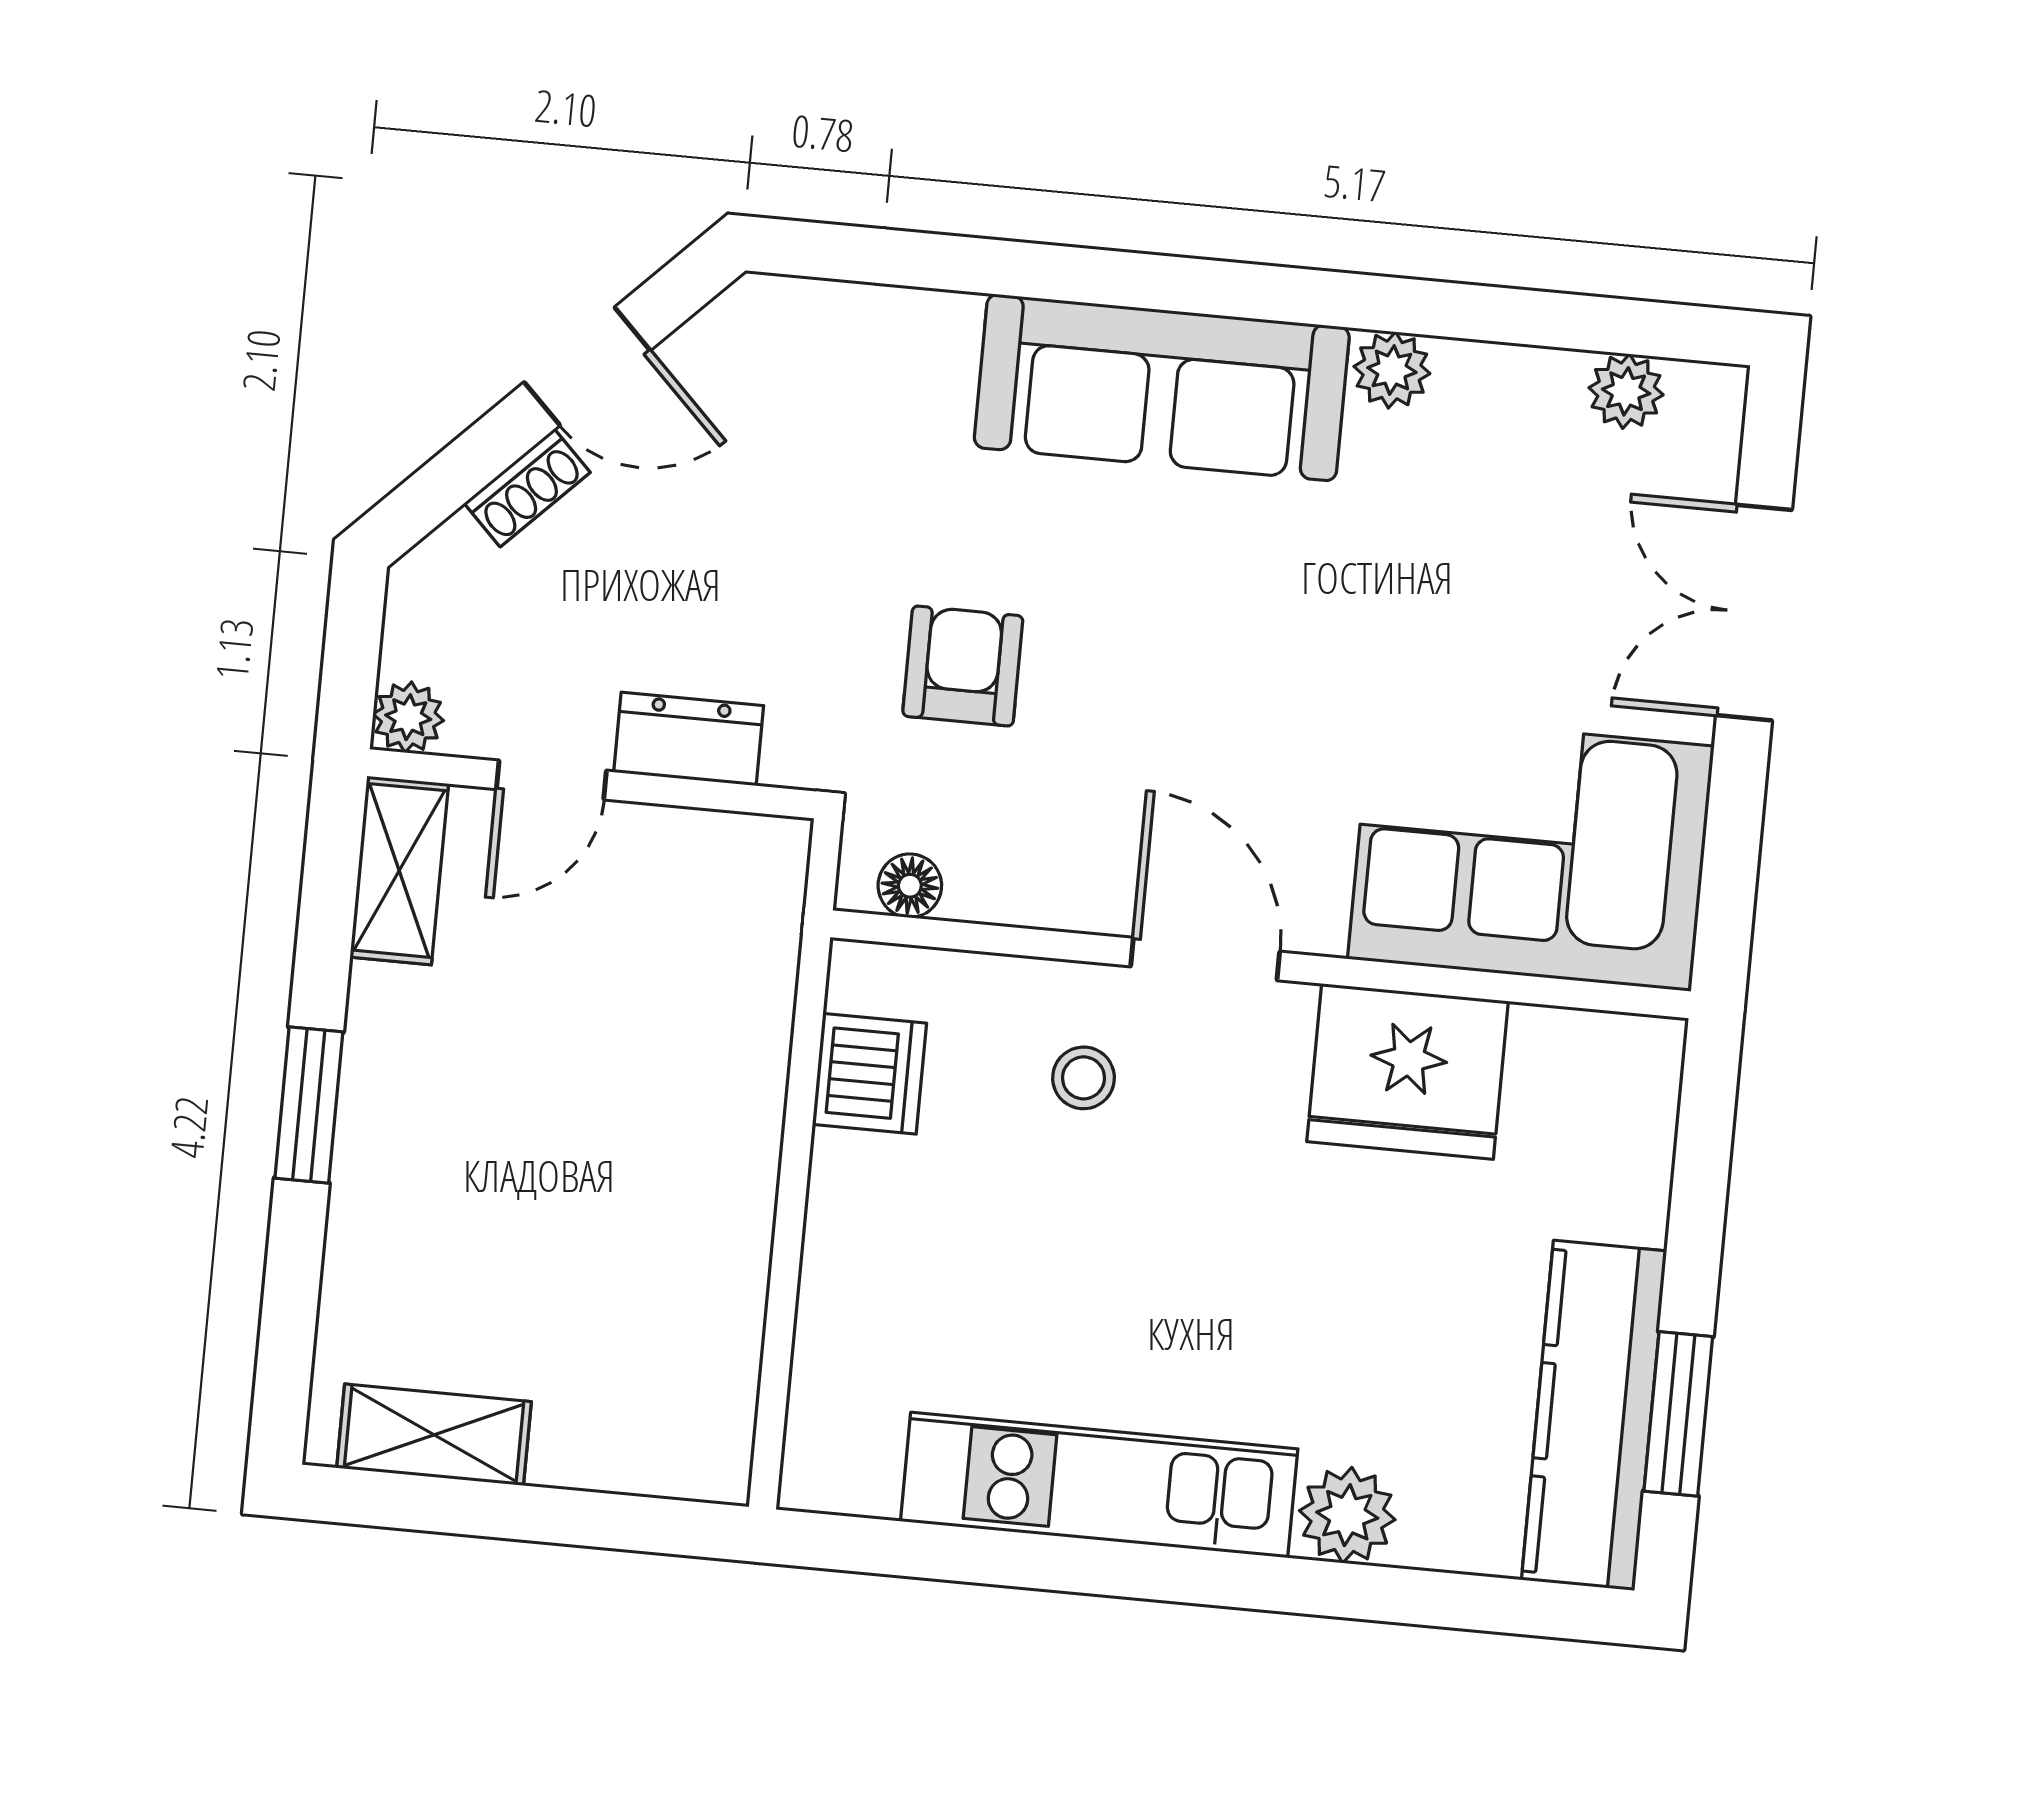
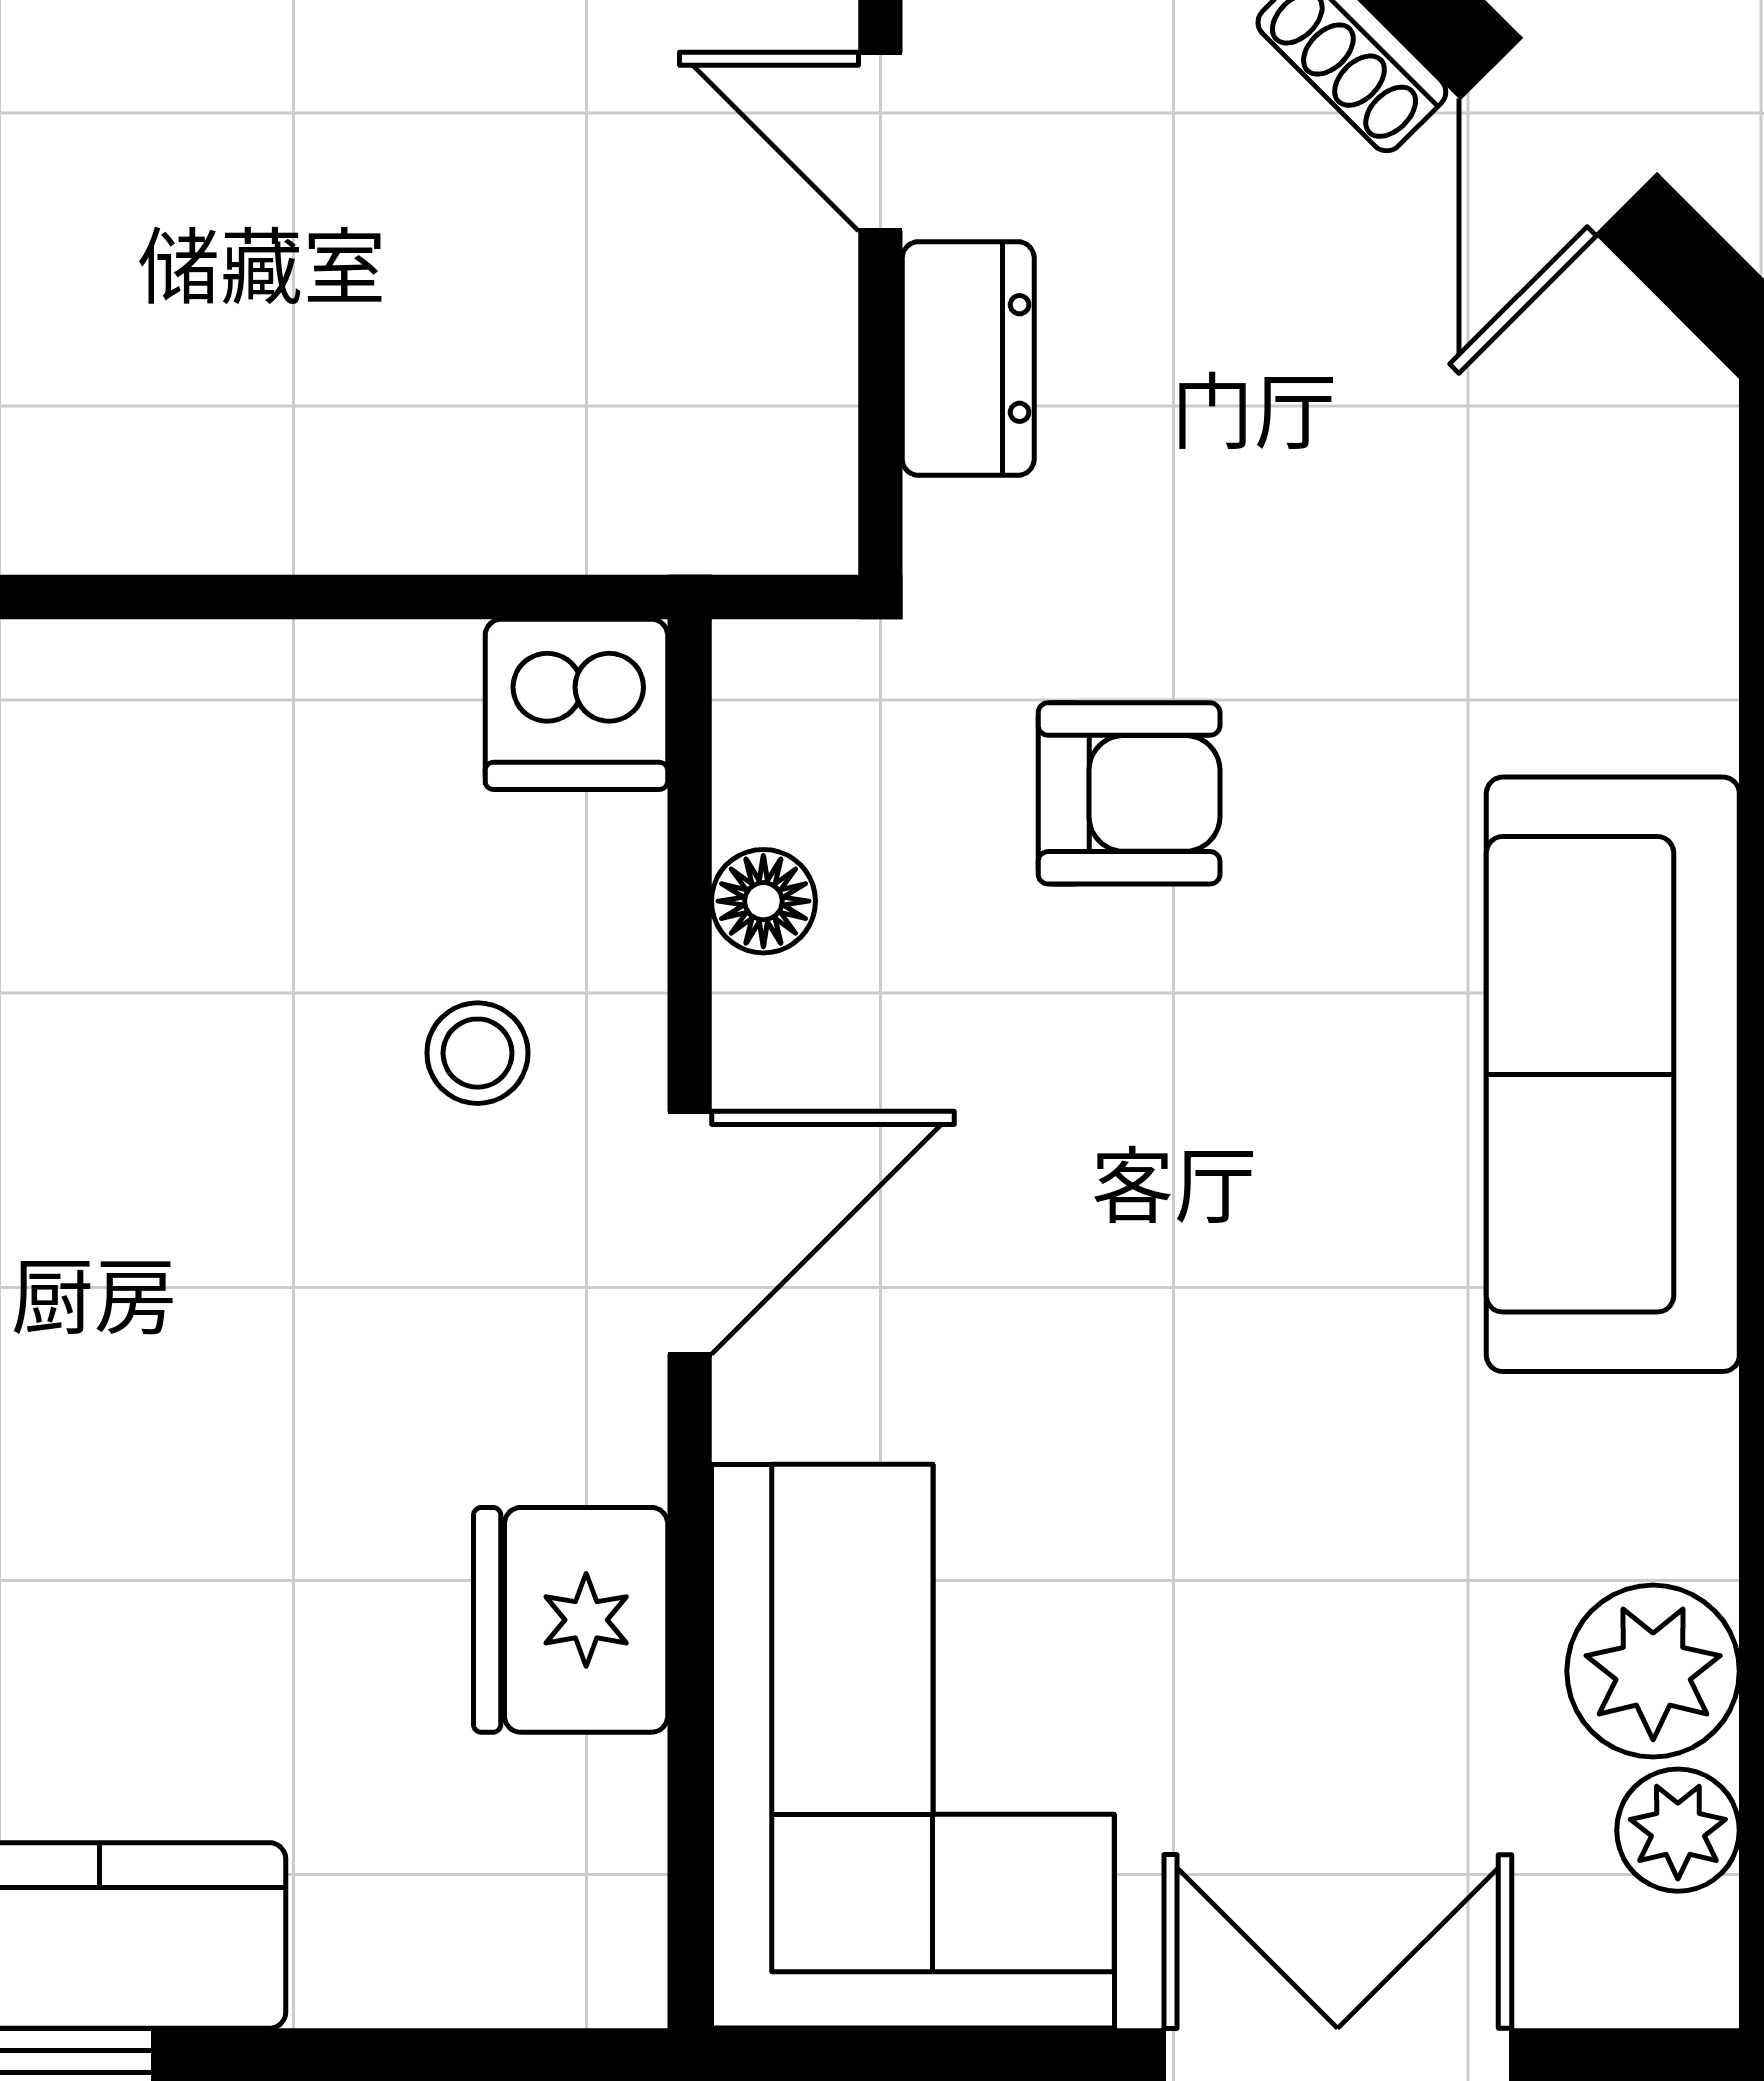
plant: (1392, 370) -> (1653, 1671), moved, width x1.38, depth x1.38
floor lamp: (910, 886) -> (763, 901), moved
fridge: (1407, 1071) -> (571, 1620), width x0.73, depth x0.75
dishwasher: (869, 1074) -> (576, 704), moved

